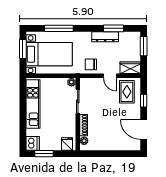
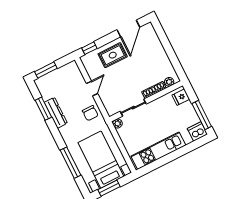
wardrobe: (130, 68) -> (74, 72), removed
rug: (127, 92) -> (113, 55), moved
window: (144, 101) -> (89, 48), moved
window: (44, 154) -> (202, 115), width x1.44

